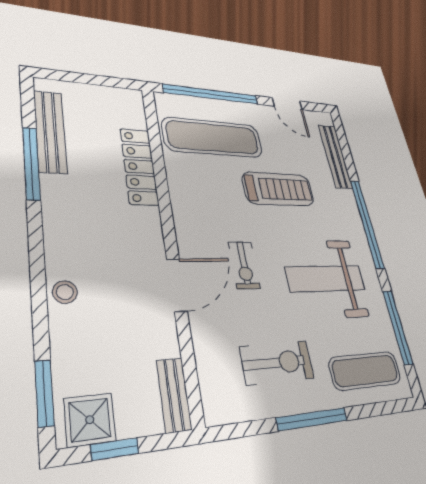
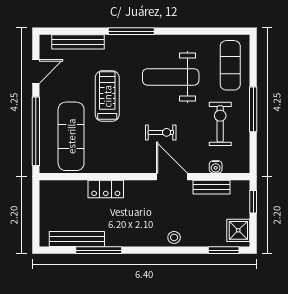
locker: (139, 167) -> (106, 189), width x0.66
window: (367, 224) -> (131, 31), width x0.68
weight bench: (326, 279) -> (171, 77), turned 90
window: (398, 327) -> (205, 31), removed
water cooler: (206, 361) -> (216, 167), added
bench: (174, 395) -> (212, 187), moved
window: (115, 449) -> (253, 202), moved

